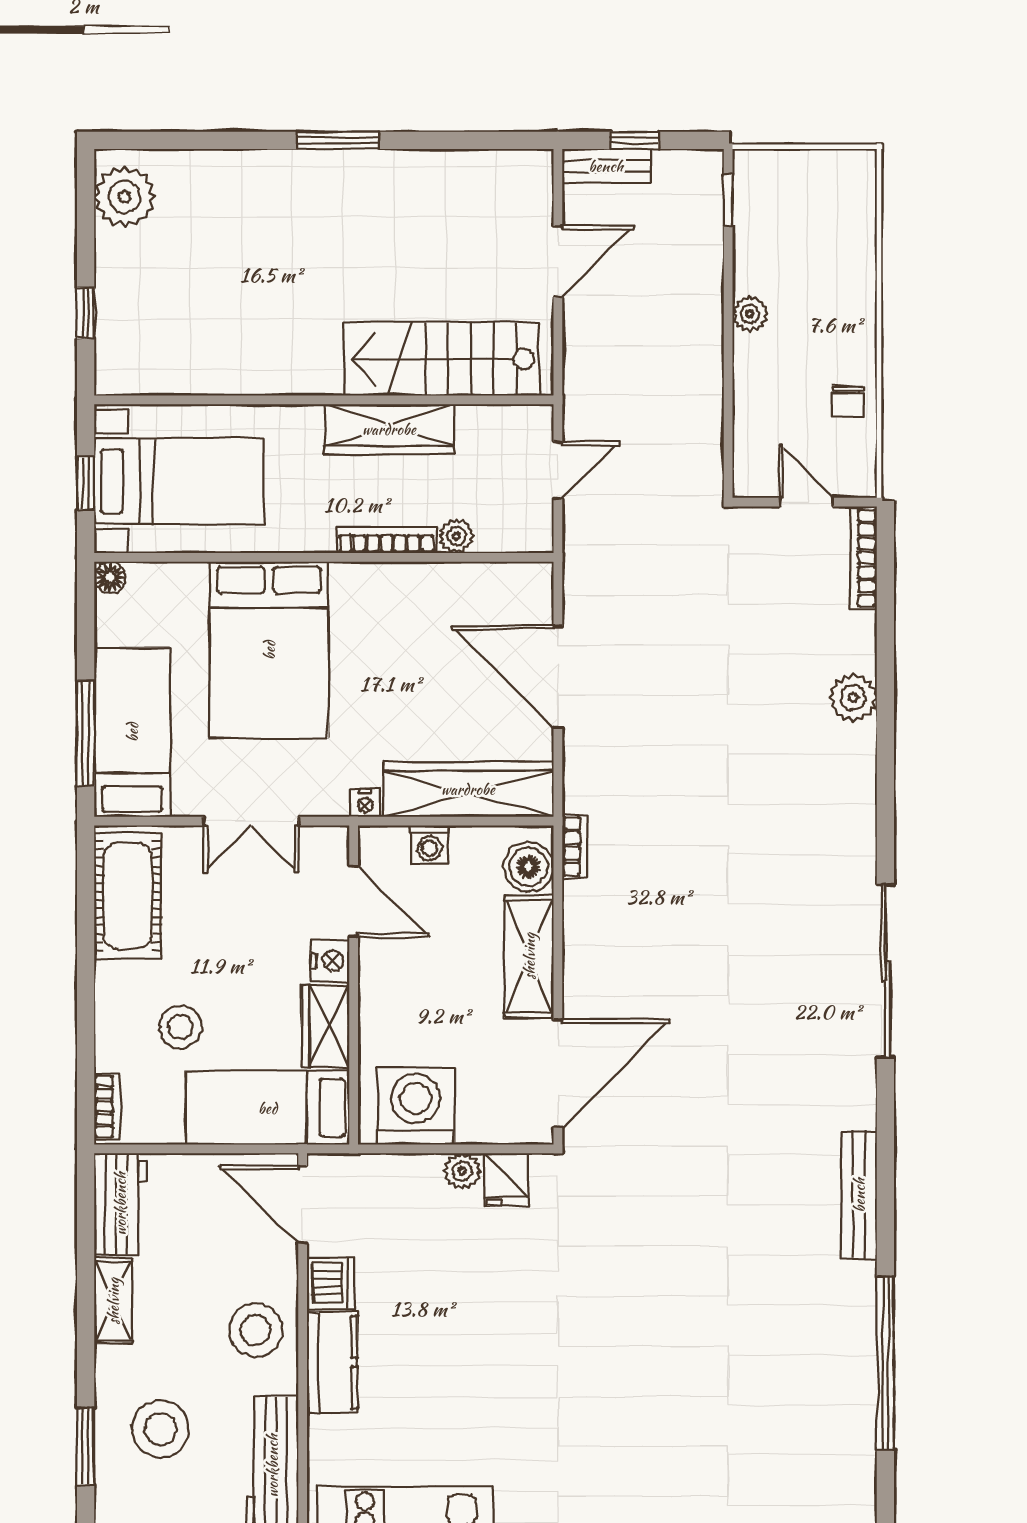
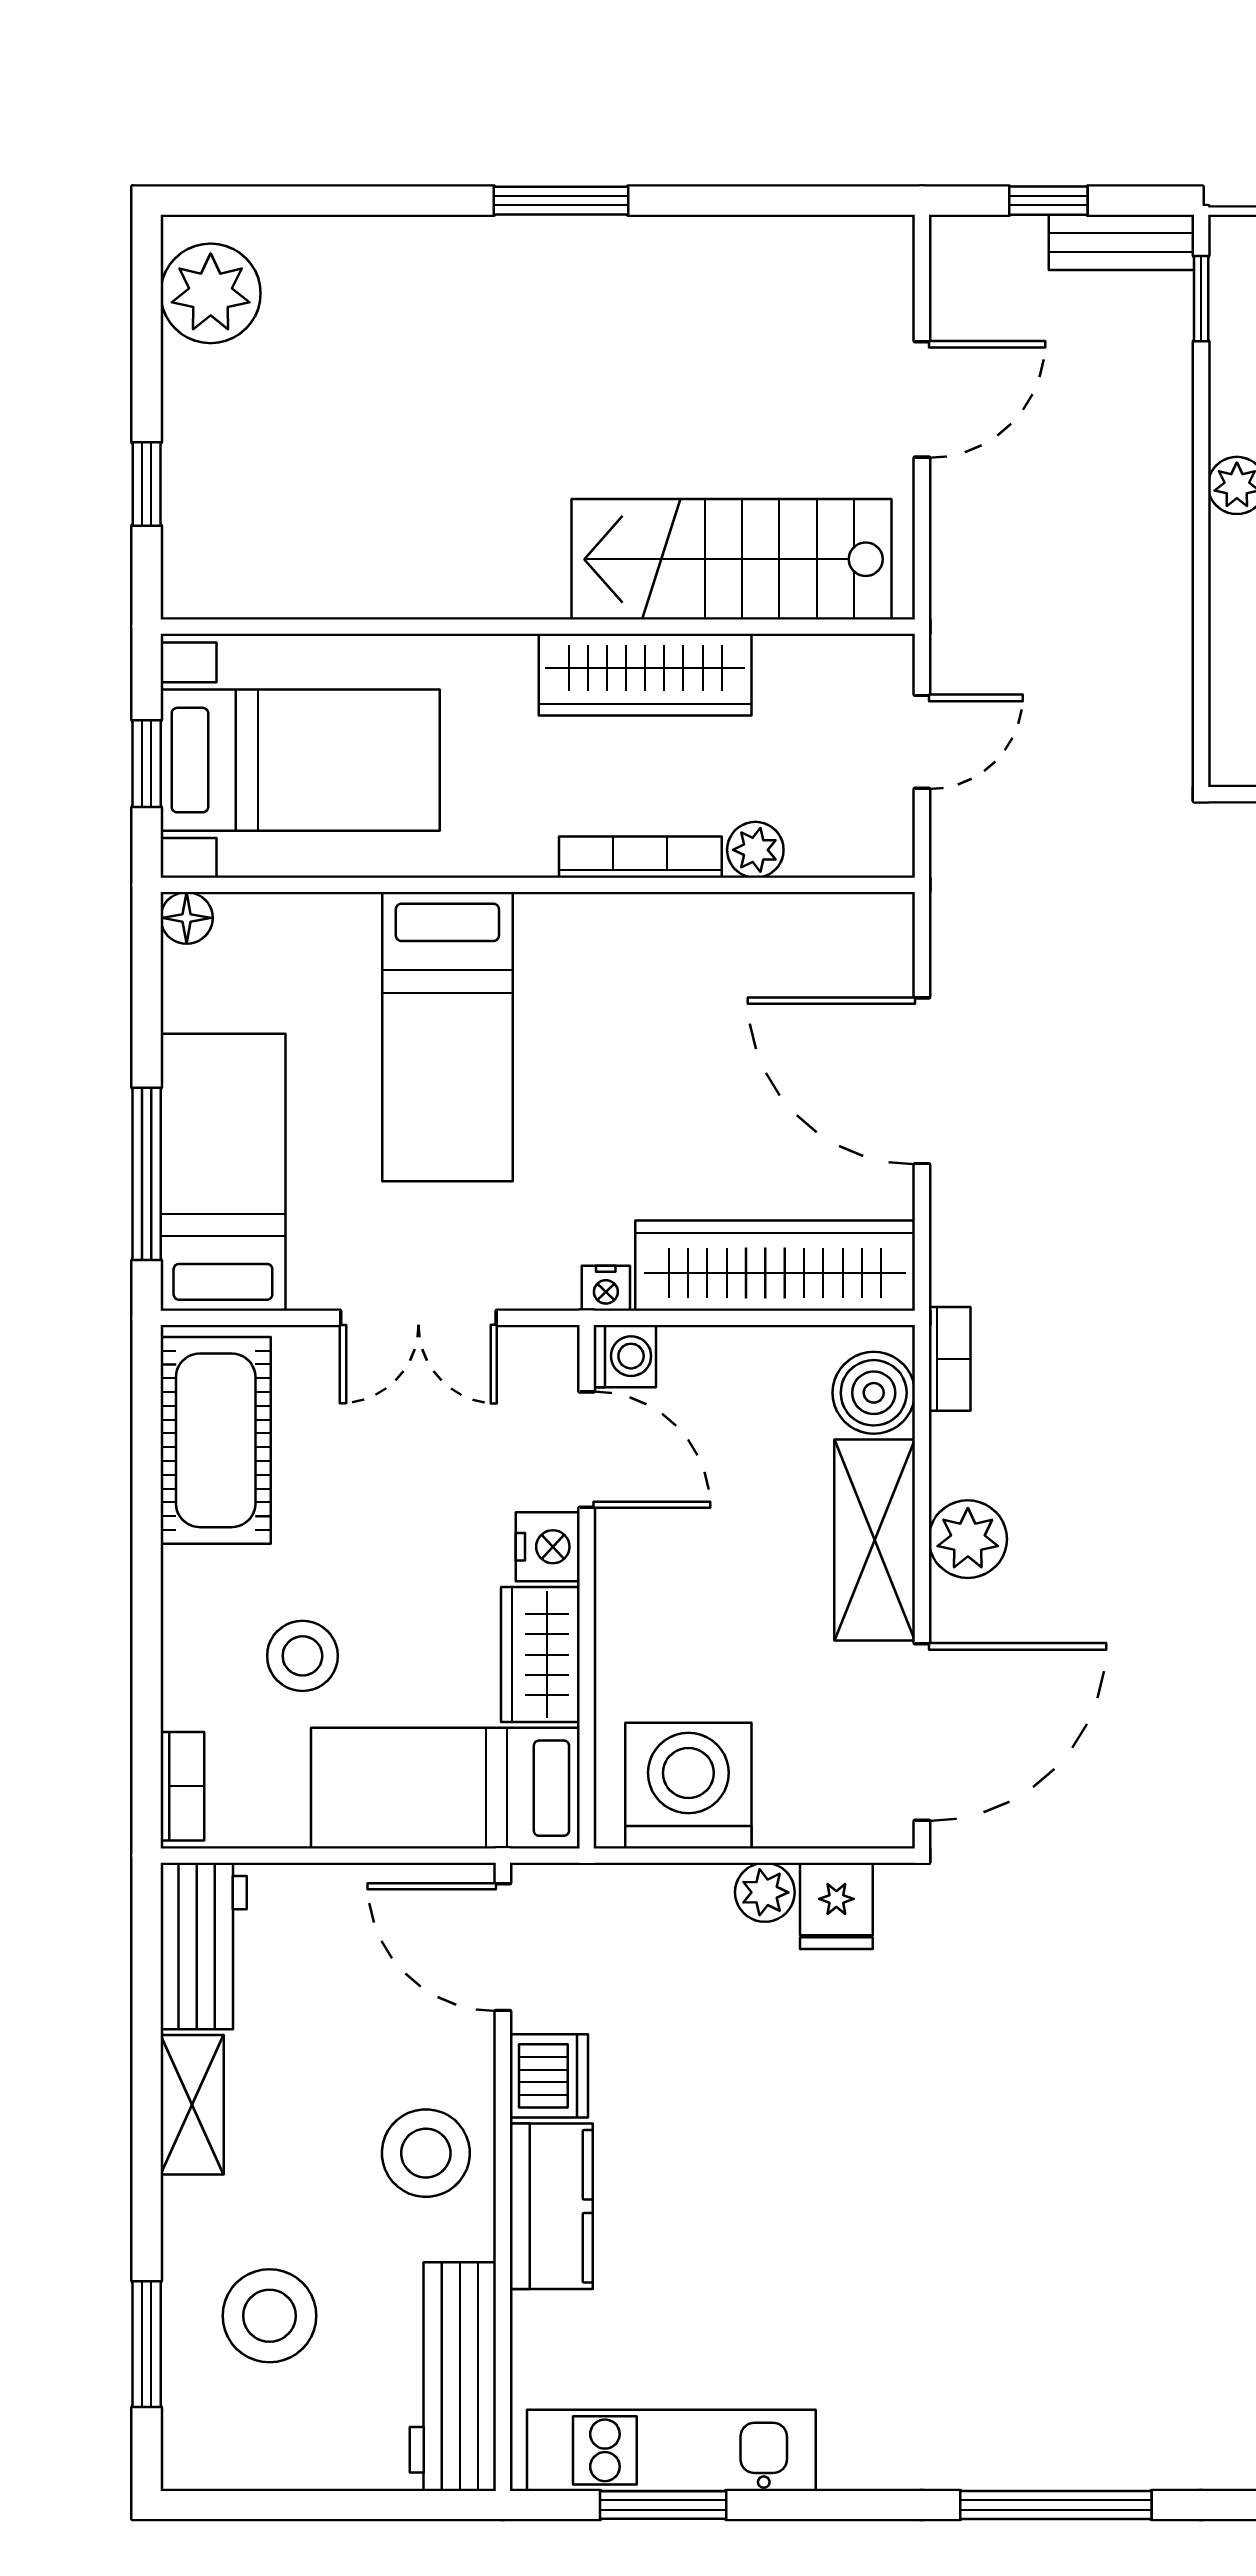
bench: (606, 166) -> (1122, 242), moved
bed: (269, 650) -> (447, 1037), width x0.67
washing machine: (430, 844) -> (625, 1356), moved, turned -90
plant: (586, 956) -> (968, 1539), added

